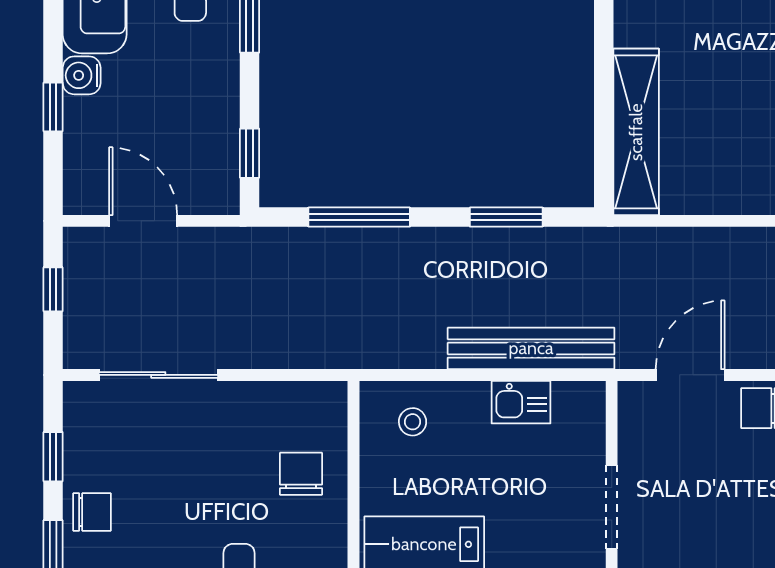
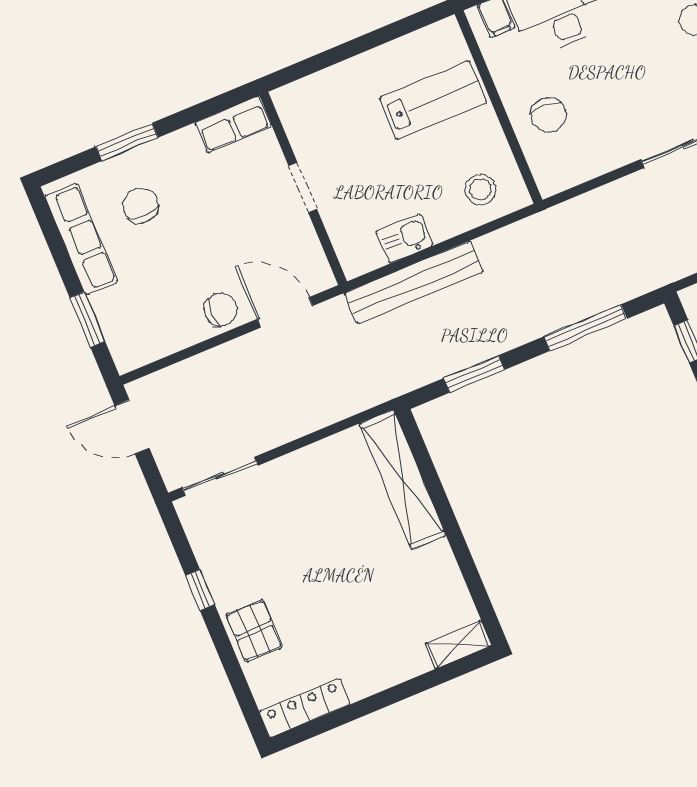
door: (690, 375) -> (285, 312), swing flipped
stool: (413, 422) -> (480, 189), width x1.37, depth x1.37
doorway: (612, 507) -> (303, 187), width x0.73

